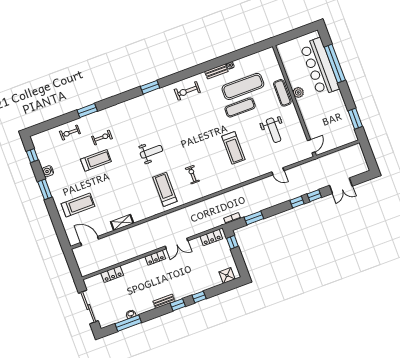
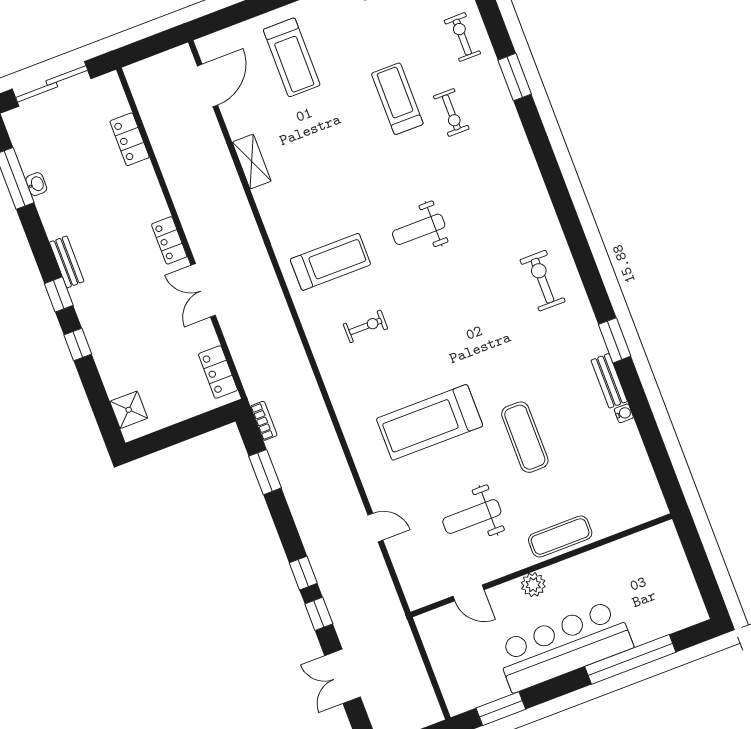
bar counter: (320, 67) -> (564, 646), moved
exercise mat: (243, 86) -> (574, 443), removed
window: (150, 87) -> (615, 340), moved
exercise bike: (187, 91) -> (543, 281), moved
plant: (298, 92) -> (533, 585), moved
door: (311, 146) -> (468, 593), moved
treadmill: (233, 148) -> (430, 422), width x1.37, depth x1.38
weight bench: (151, 152) -> (419, 229), turned 90
treadmill: (96, 160) -> (397, 99), turned 180
door: (278, 171) -> (375, 528), swing flipped
window: (232, 242) -> (207, 422), removed

